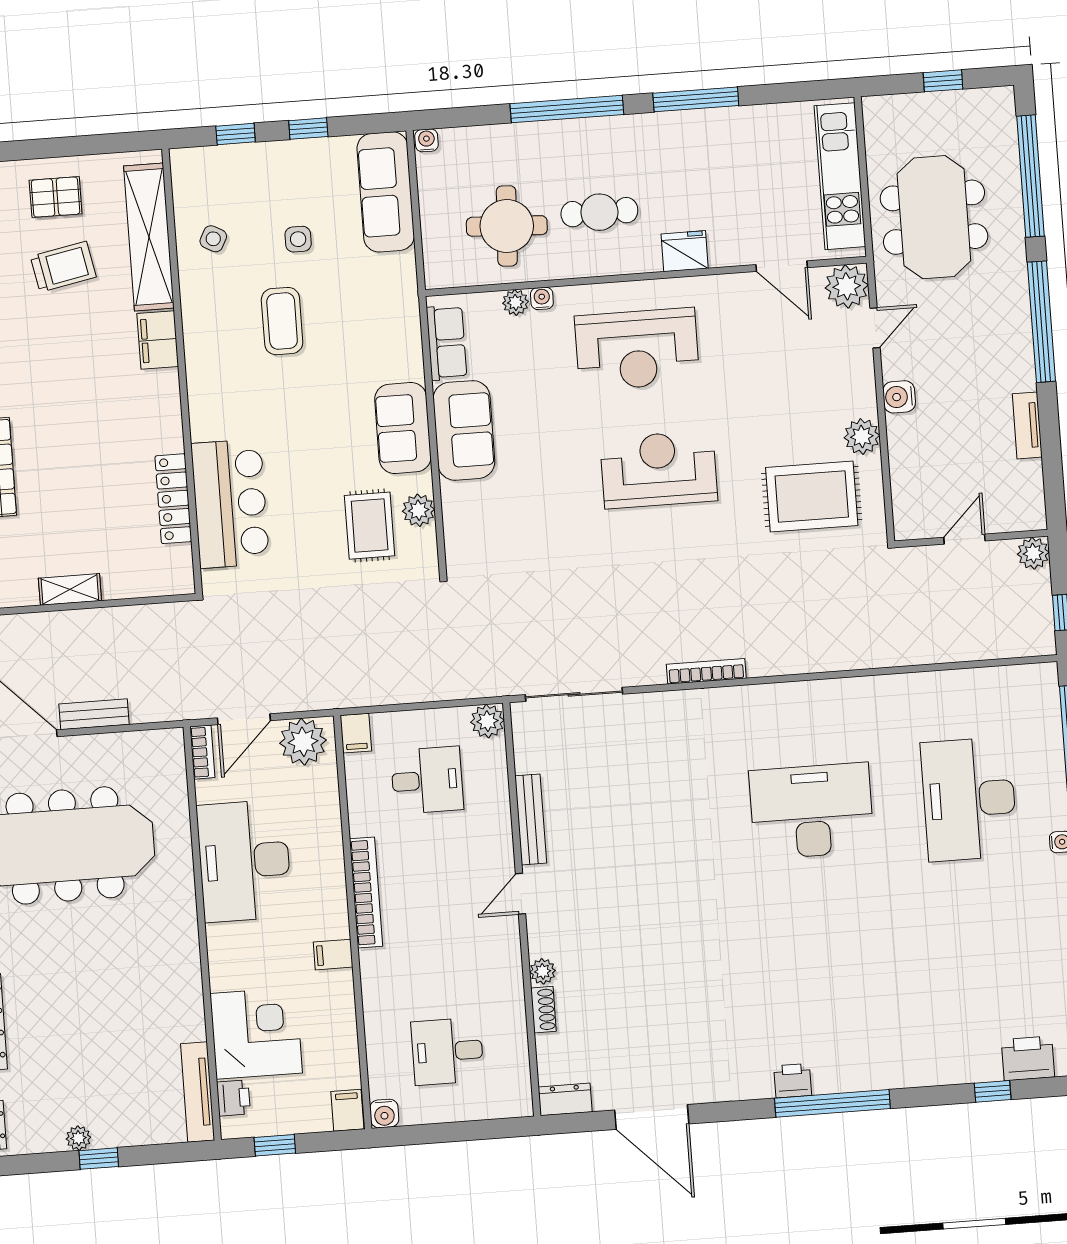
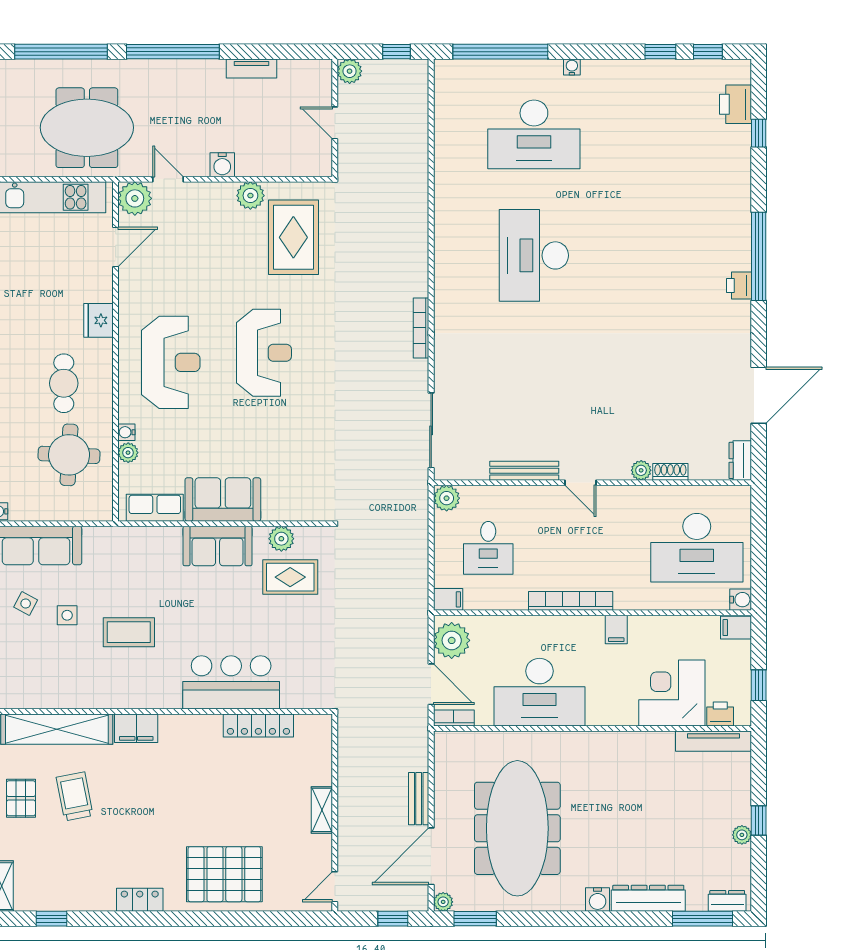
side table: (213, 239) -> (26, 604), moved
reception desk: (659, 469) -> (264, 353), turned 180
bar counter: (230, 504) -> (231, 682), moved
desk: (427, 780) -> (488, 548), turned 180
desk: (447, 1051) -> (697, 548), width x1.87, depth x1.30

